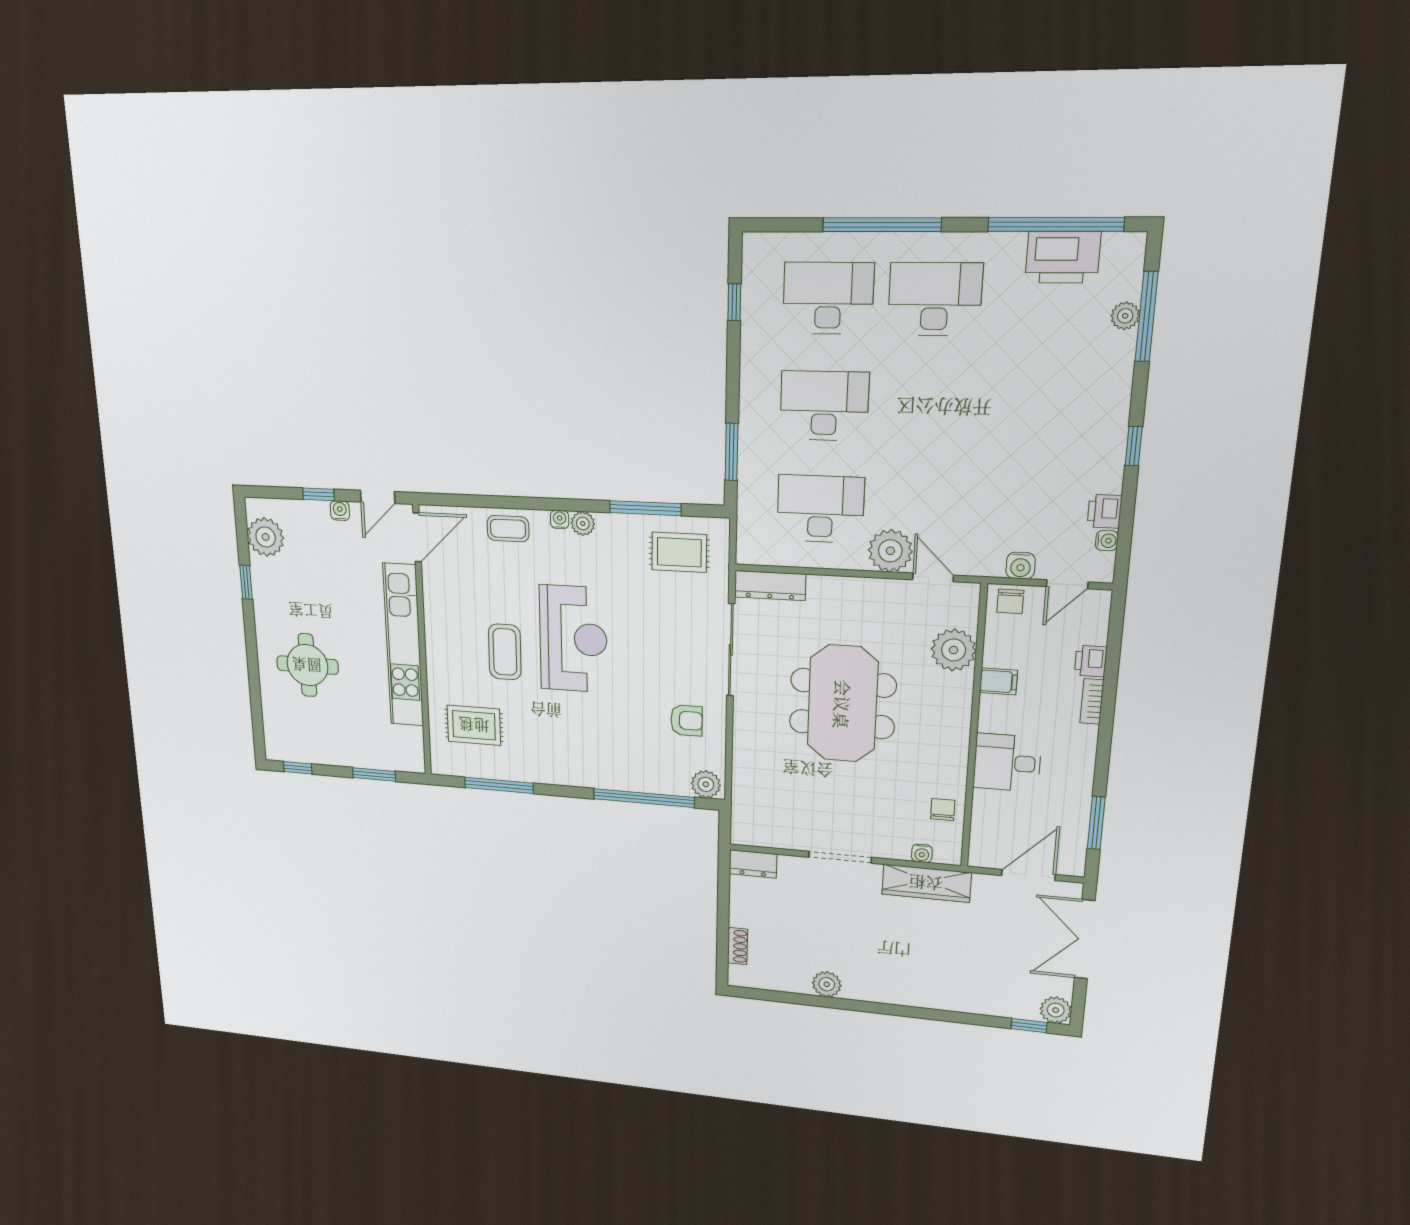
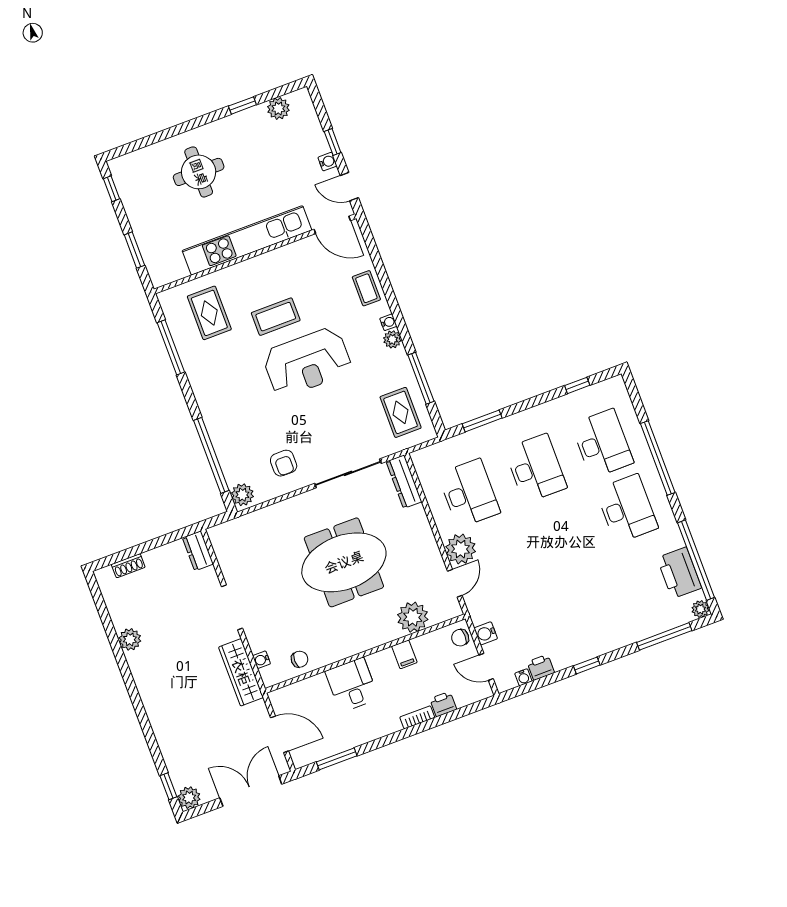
plant: (1125, 316) -> (700, 609), moved
plant: (266, 537) -> (278, 108), width x0.73, depth x0.73

